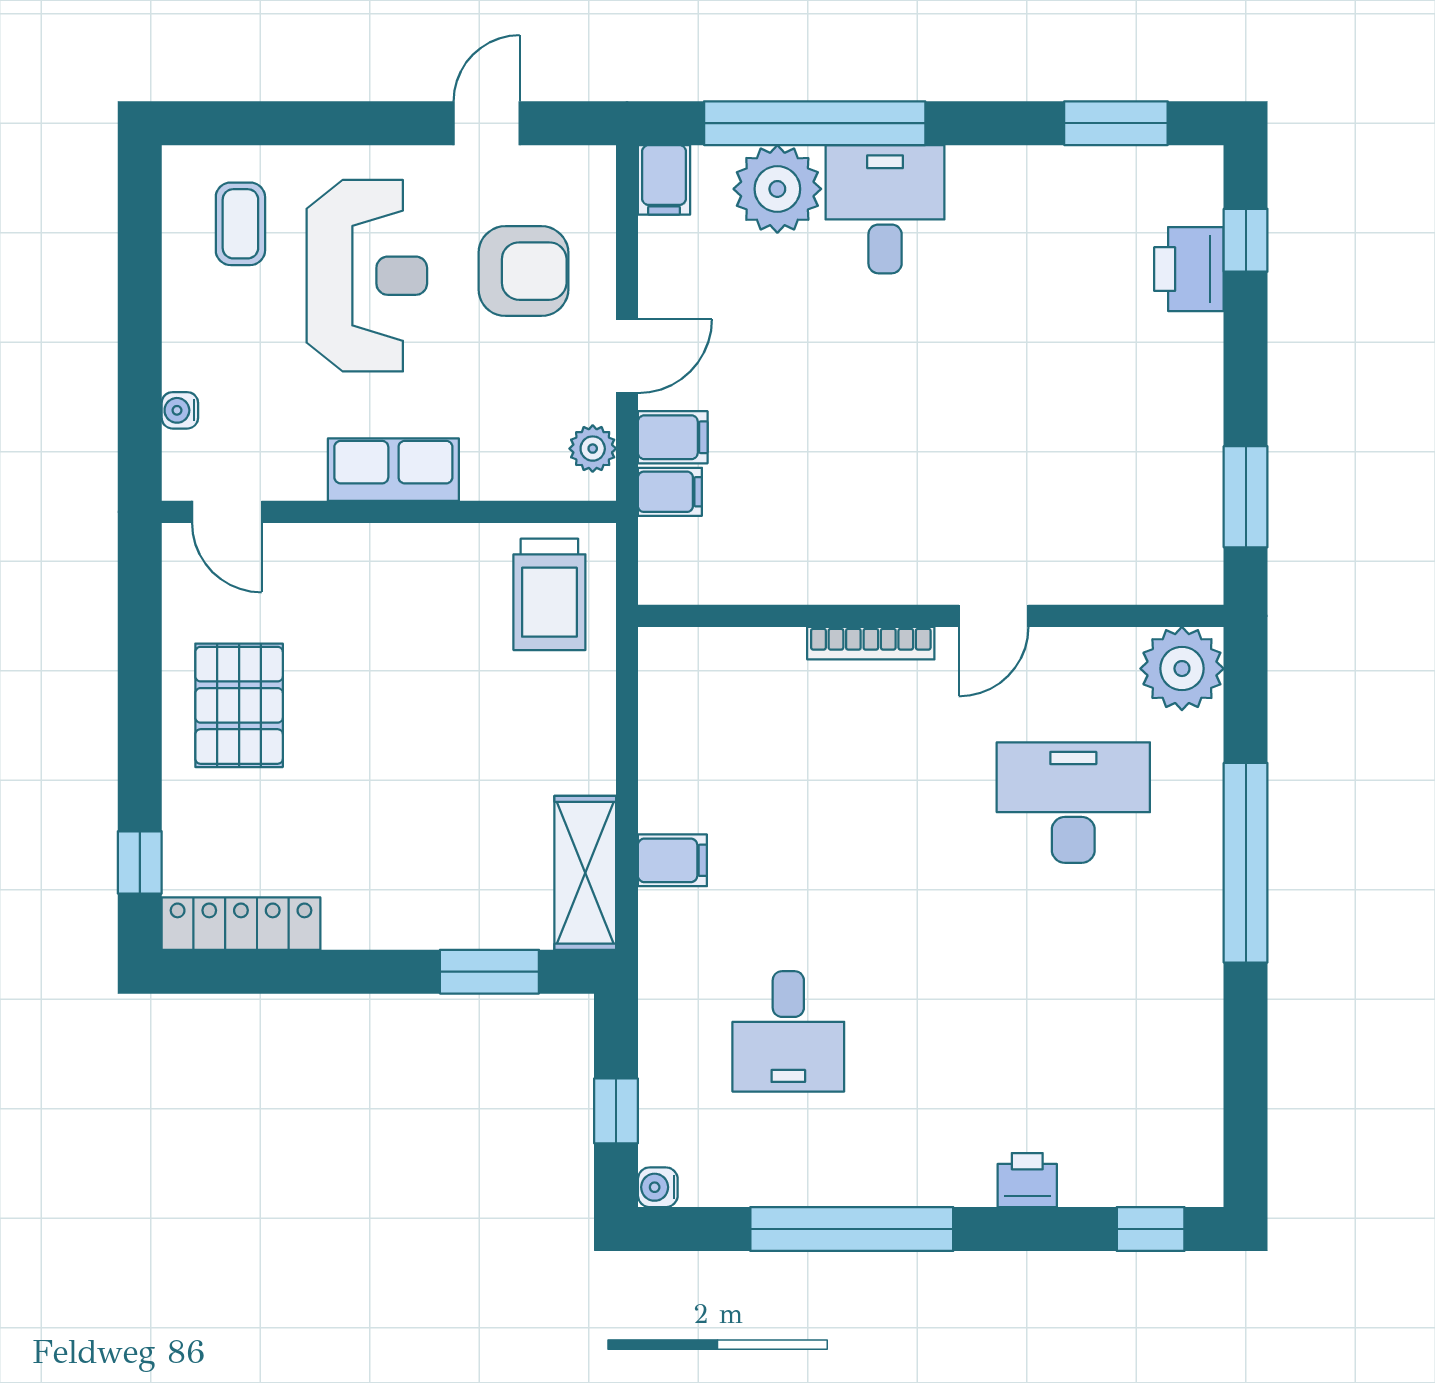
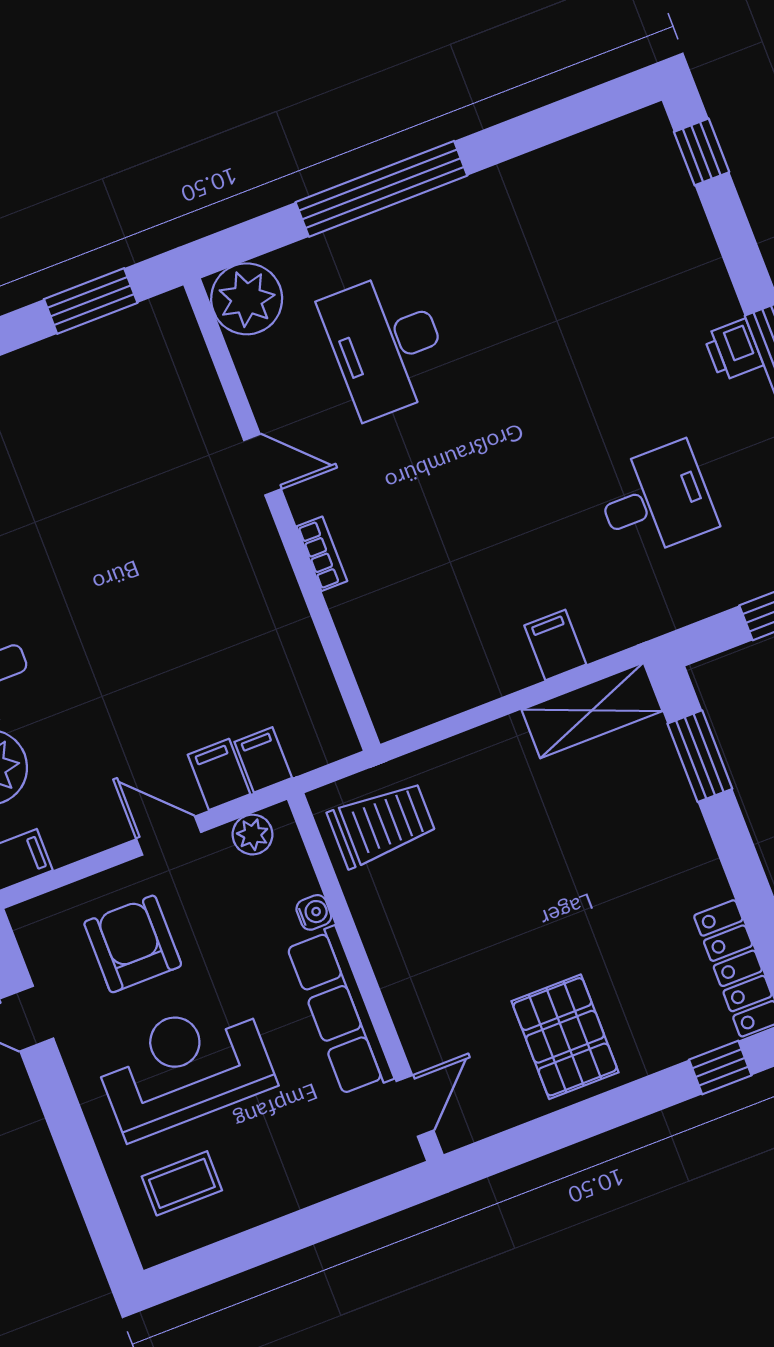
water cooler: (180, 410) -> (314, 912), moved, turned -90
row of seats: (393, 470) -> (340, 1011), width x1.48
bookcase: (871, 643) -> (322, 554), width x0.64
pallet: (239, 705) -> (565, 1037), turned 90
printer: (1027, 1180) -> (733, 350), moved

